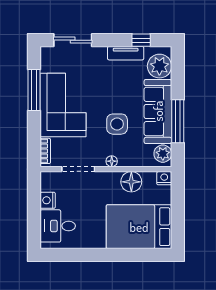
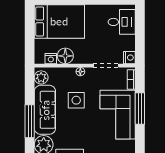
window: (34, 90) -> (140, 109), moved
window: (178, 121) -> (30, 121), moved
nightstand: (164, 178) -> (51, 59), moved
nightstand: (48, 200) -> (129, 58), moved

